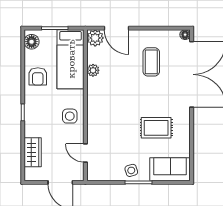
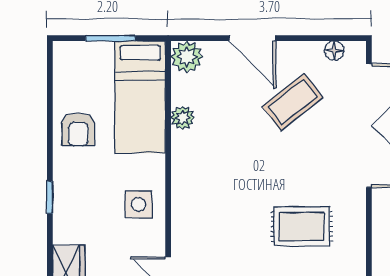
door: (116, 28) -> (252, 38), moved
floor lamp: (185, 35) -> (334, 51), moved
floor lamp: (32, 42) -> (67, 64), removed
coffee table: (151, 62) -> (293, 102), turned 52

